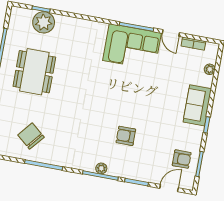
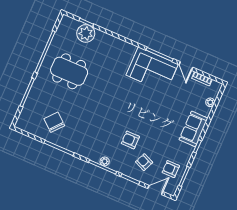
dining table: (34, 72) -> (69, 71), turned 90
armchair: (148, 158) -> (144, 162), added
armchair: (182, 159) -> (171, 169), turned 180

